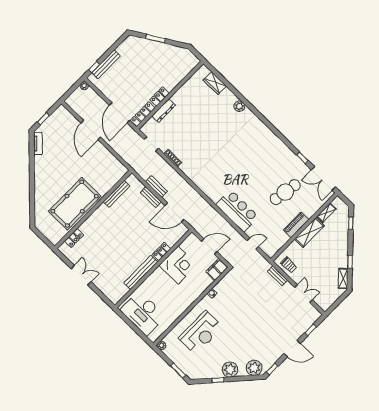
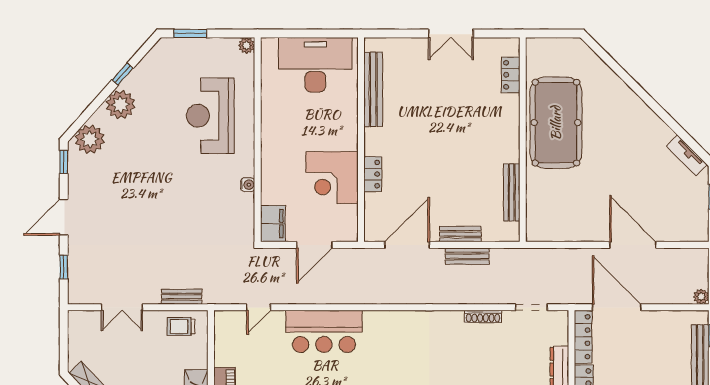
bench: (141, 272) -> (373, 89), moved

